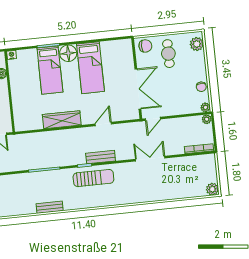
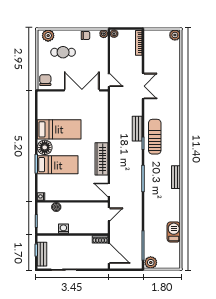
cafe table: (168, 54) -> (63, 52), moved
door: (103, 124) -> (109, 190), moved
double door: (150, 159) -> (143, 86), swing flipped

